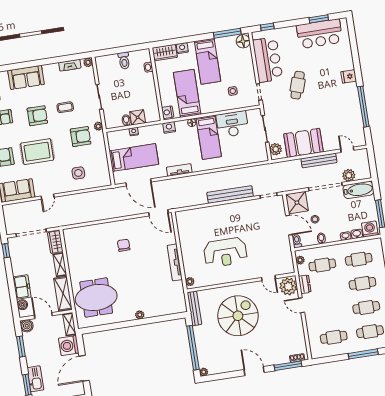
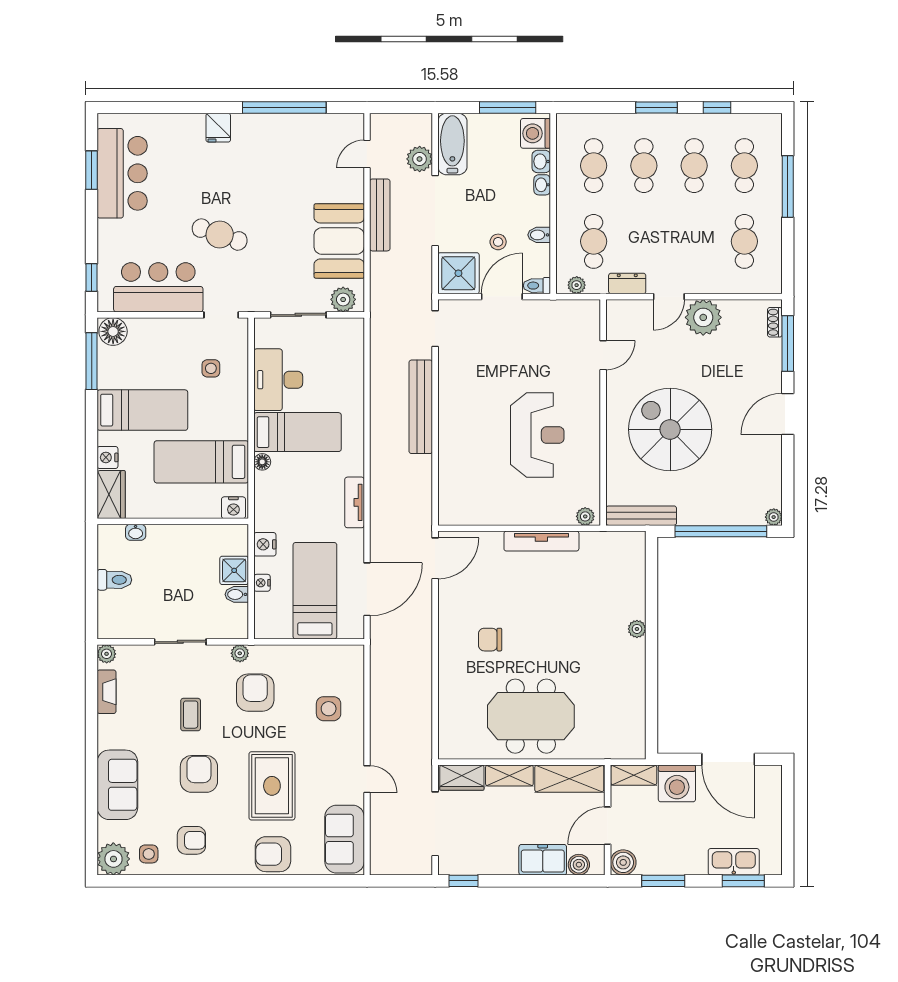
nightstand: (169, 127) -> (265, 544), moved
plant: (288, 286) -> (703, 317), moved
meeting table: (96, 298) -> (531, 716), moved, turned 90

